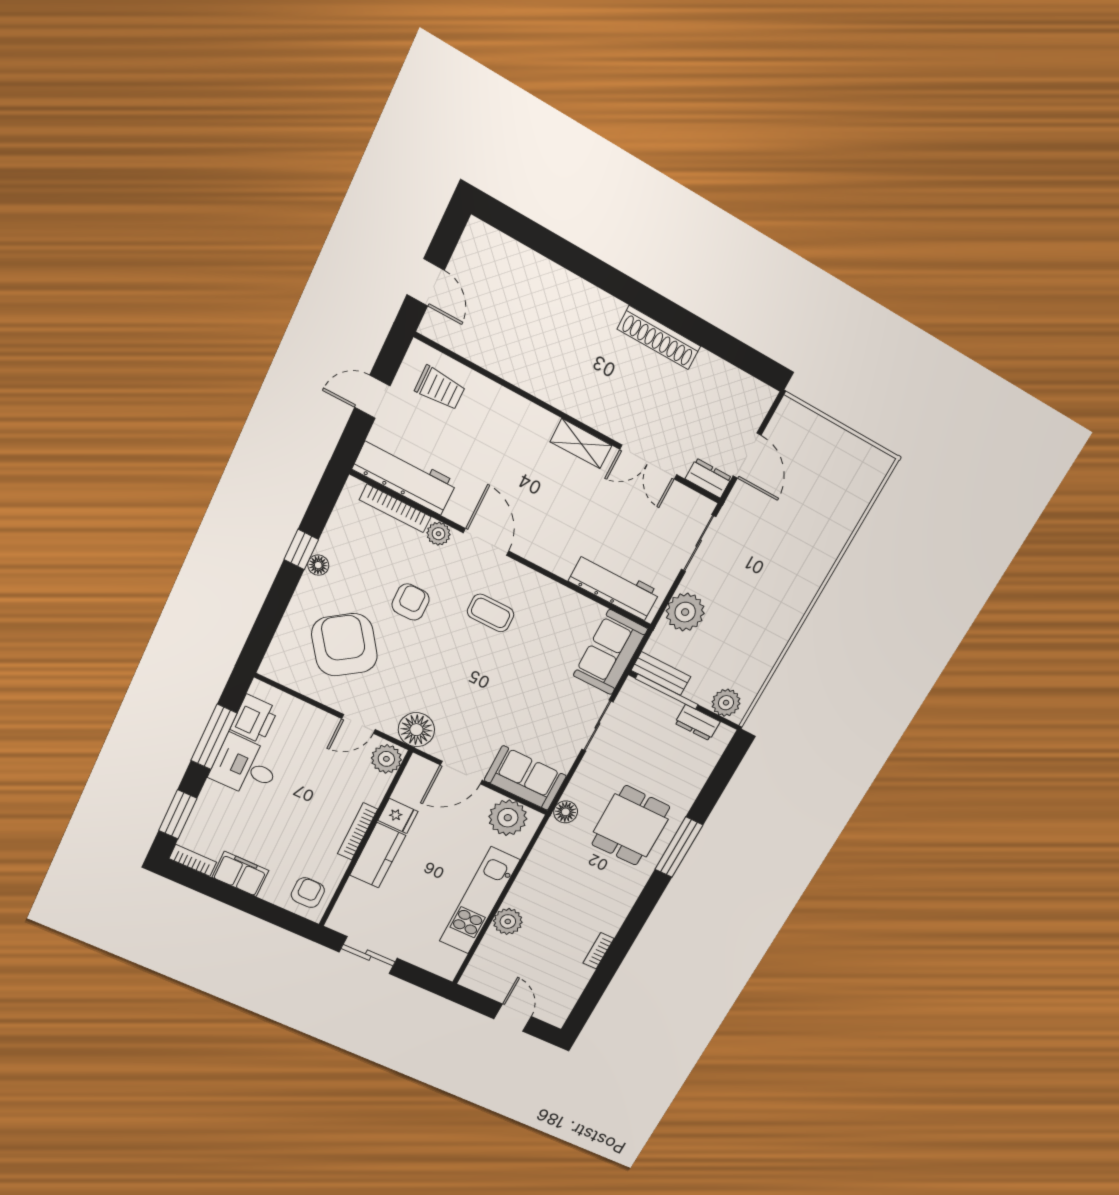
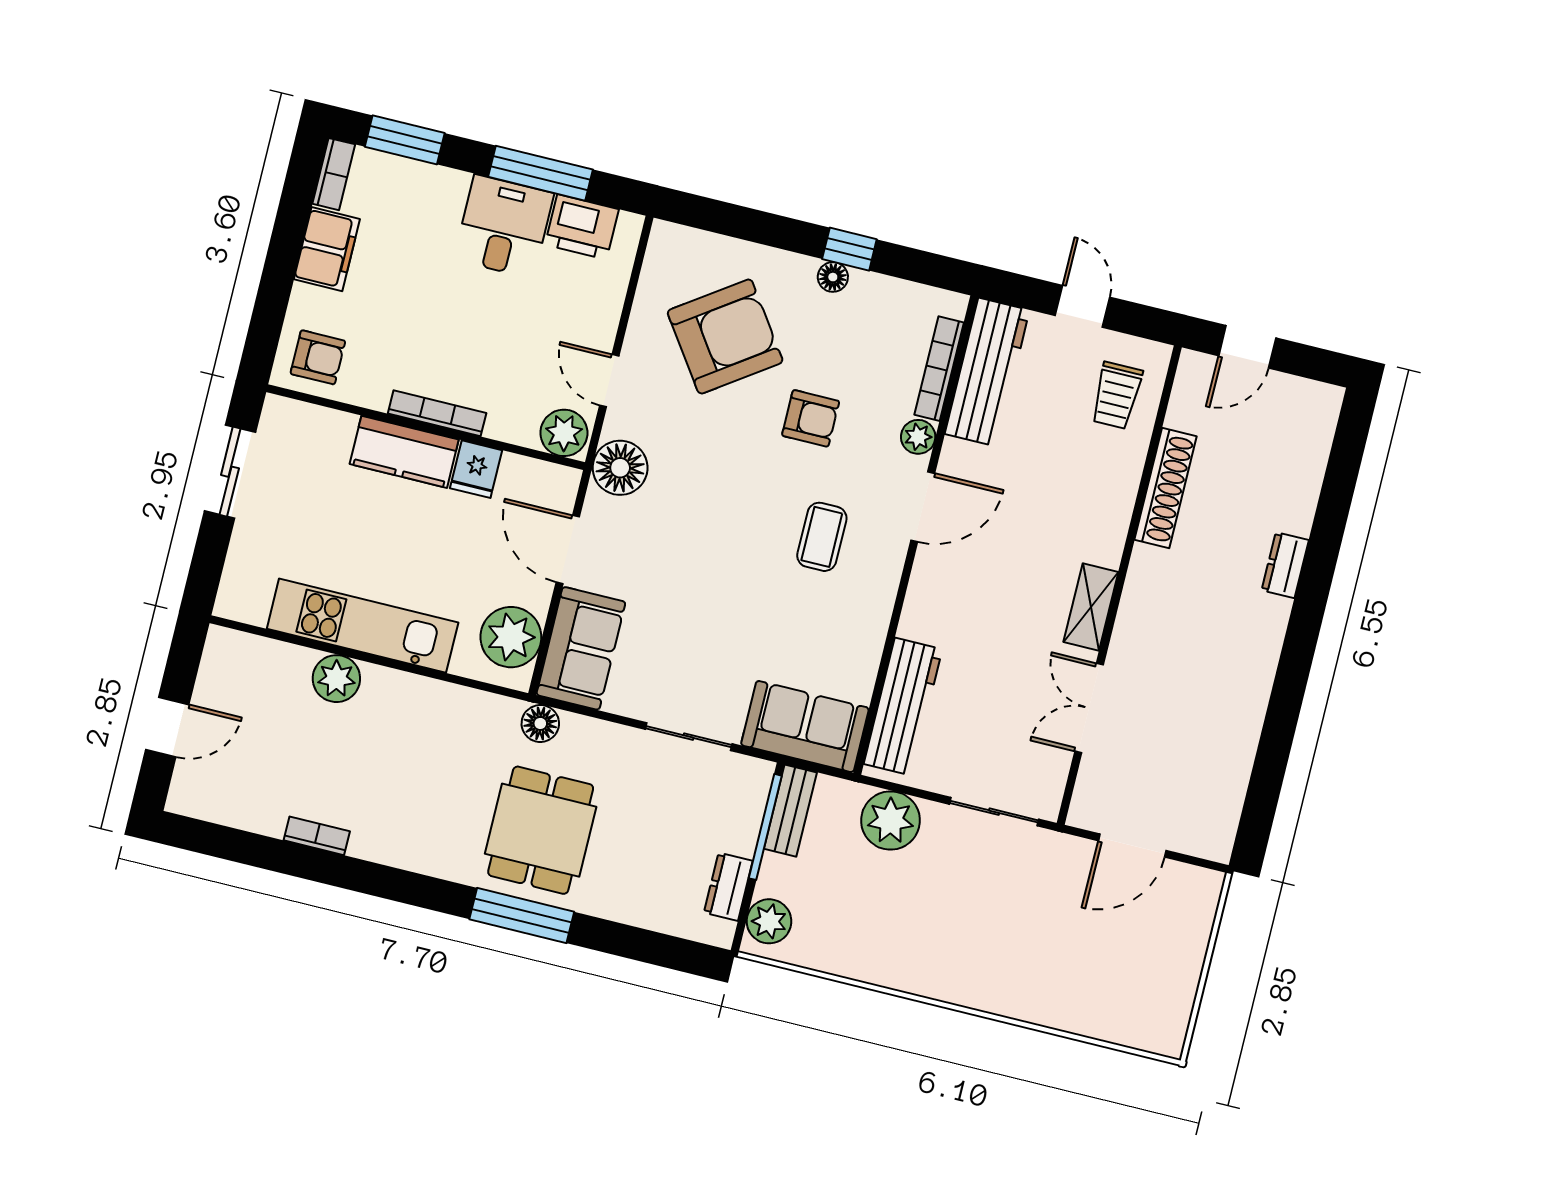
shoe rack: (659, 338) -> (1166, 488), moved, turned 180
dresser: (708, 478) -> (1285, 565), moved, turned 180
dining table: (631, 826) -> (541, 830), turned 90

